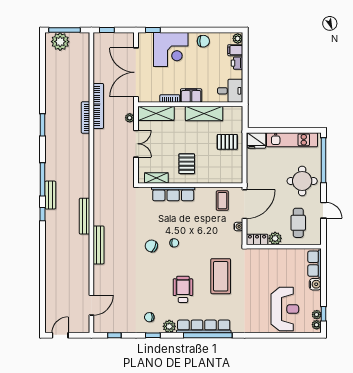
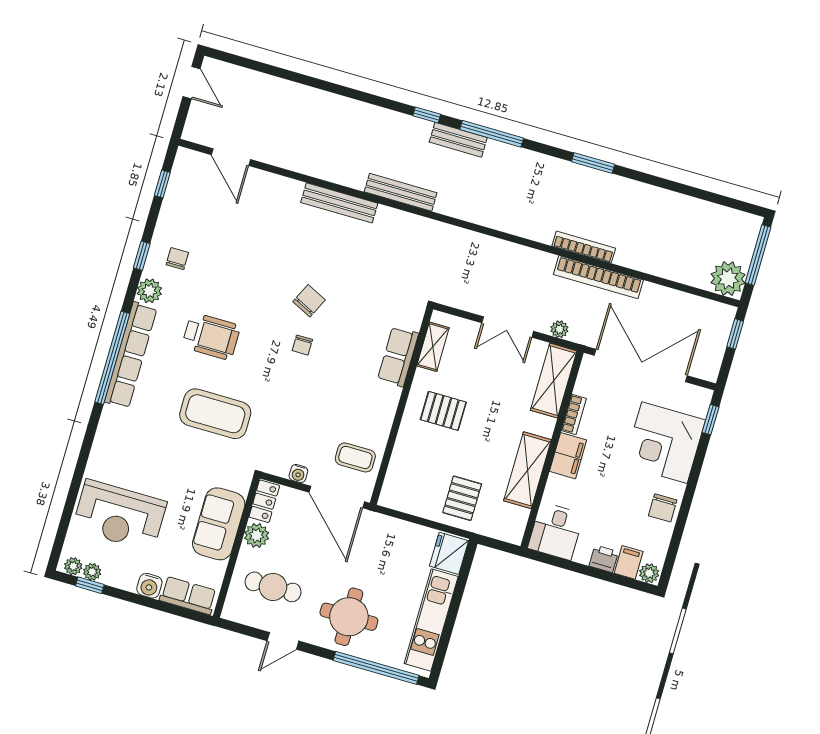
plant: (60, 42) -> (728, 279), moved
row of seats: (173, 194) -> (398, 357), width x0.68
sofa: (275, 259) -> (219, 524), added

